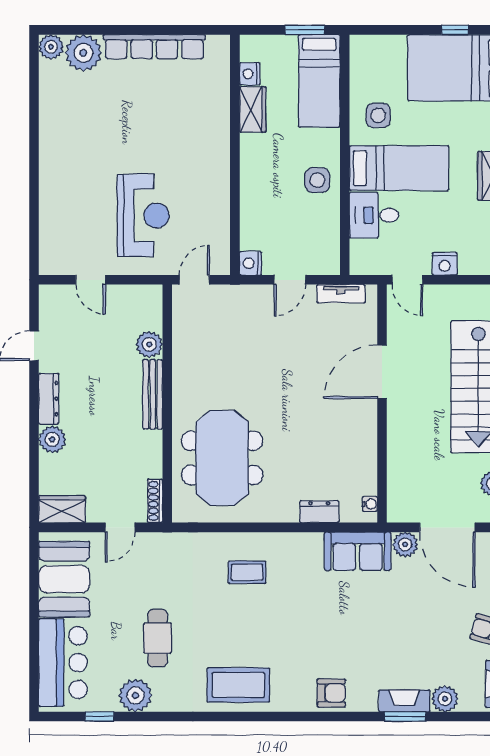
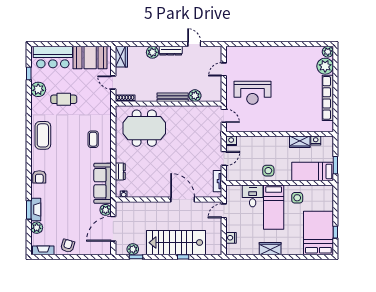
nightstand: (445, 264) -> (231, 238), moved
door: (290, 280) -> (224, 158), swing flipped
sofa: (358, 551) -> (103, 183), width x1.36

